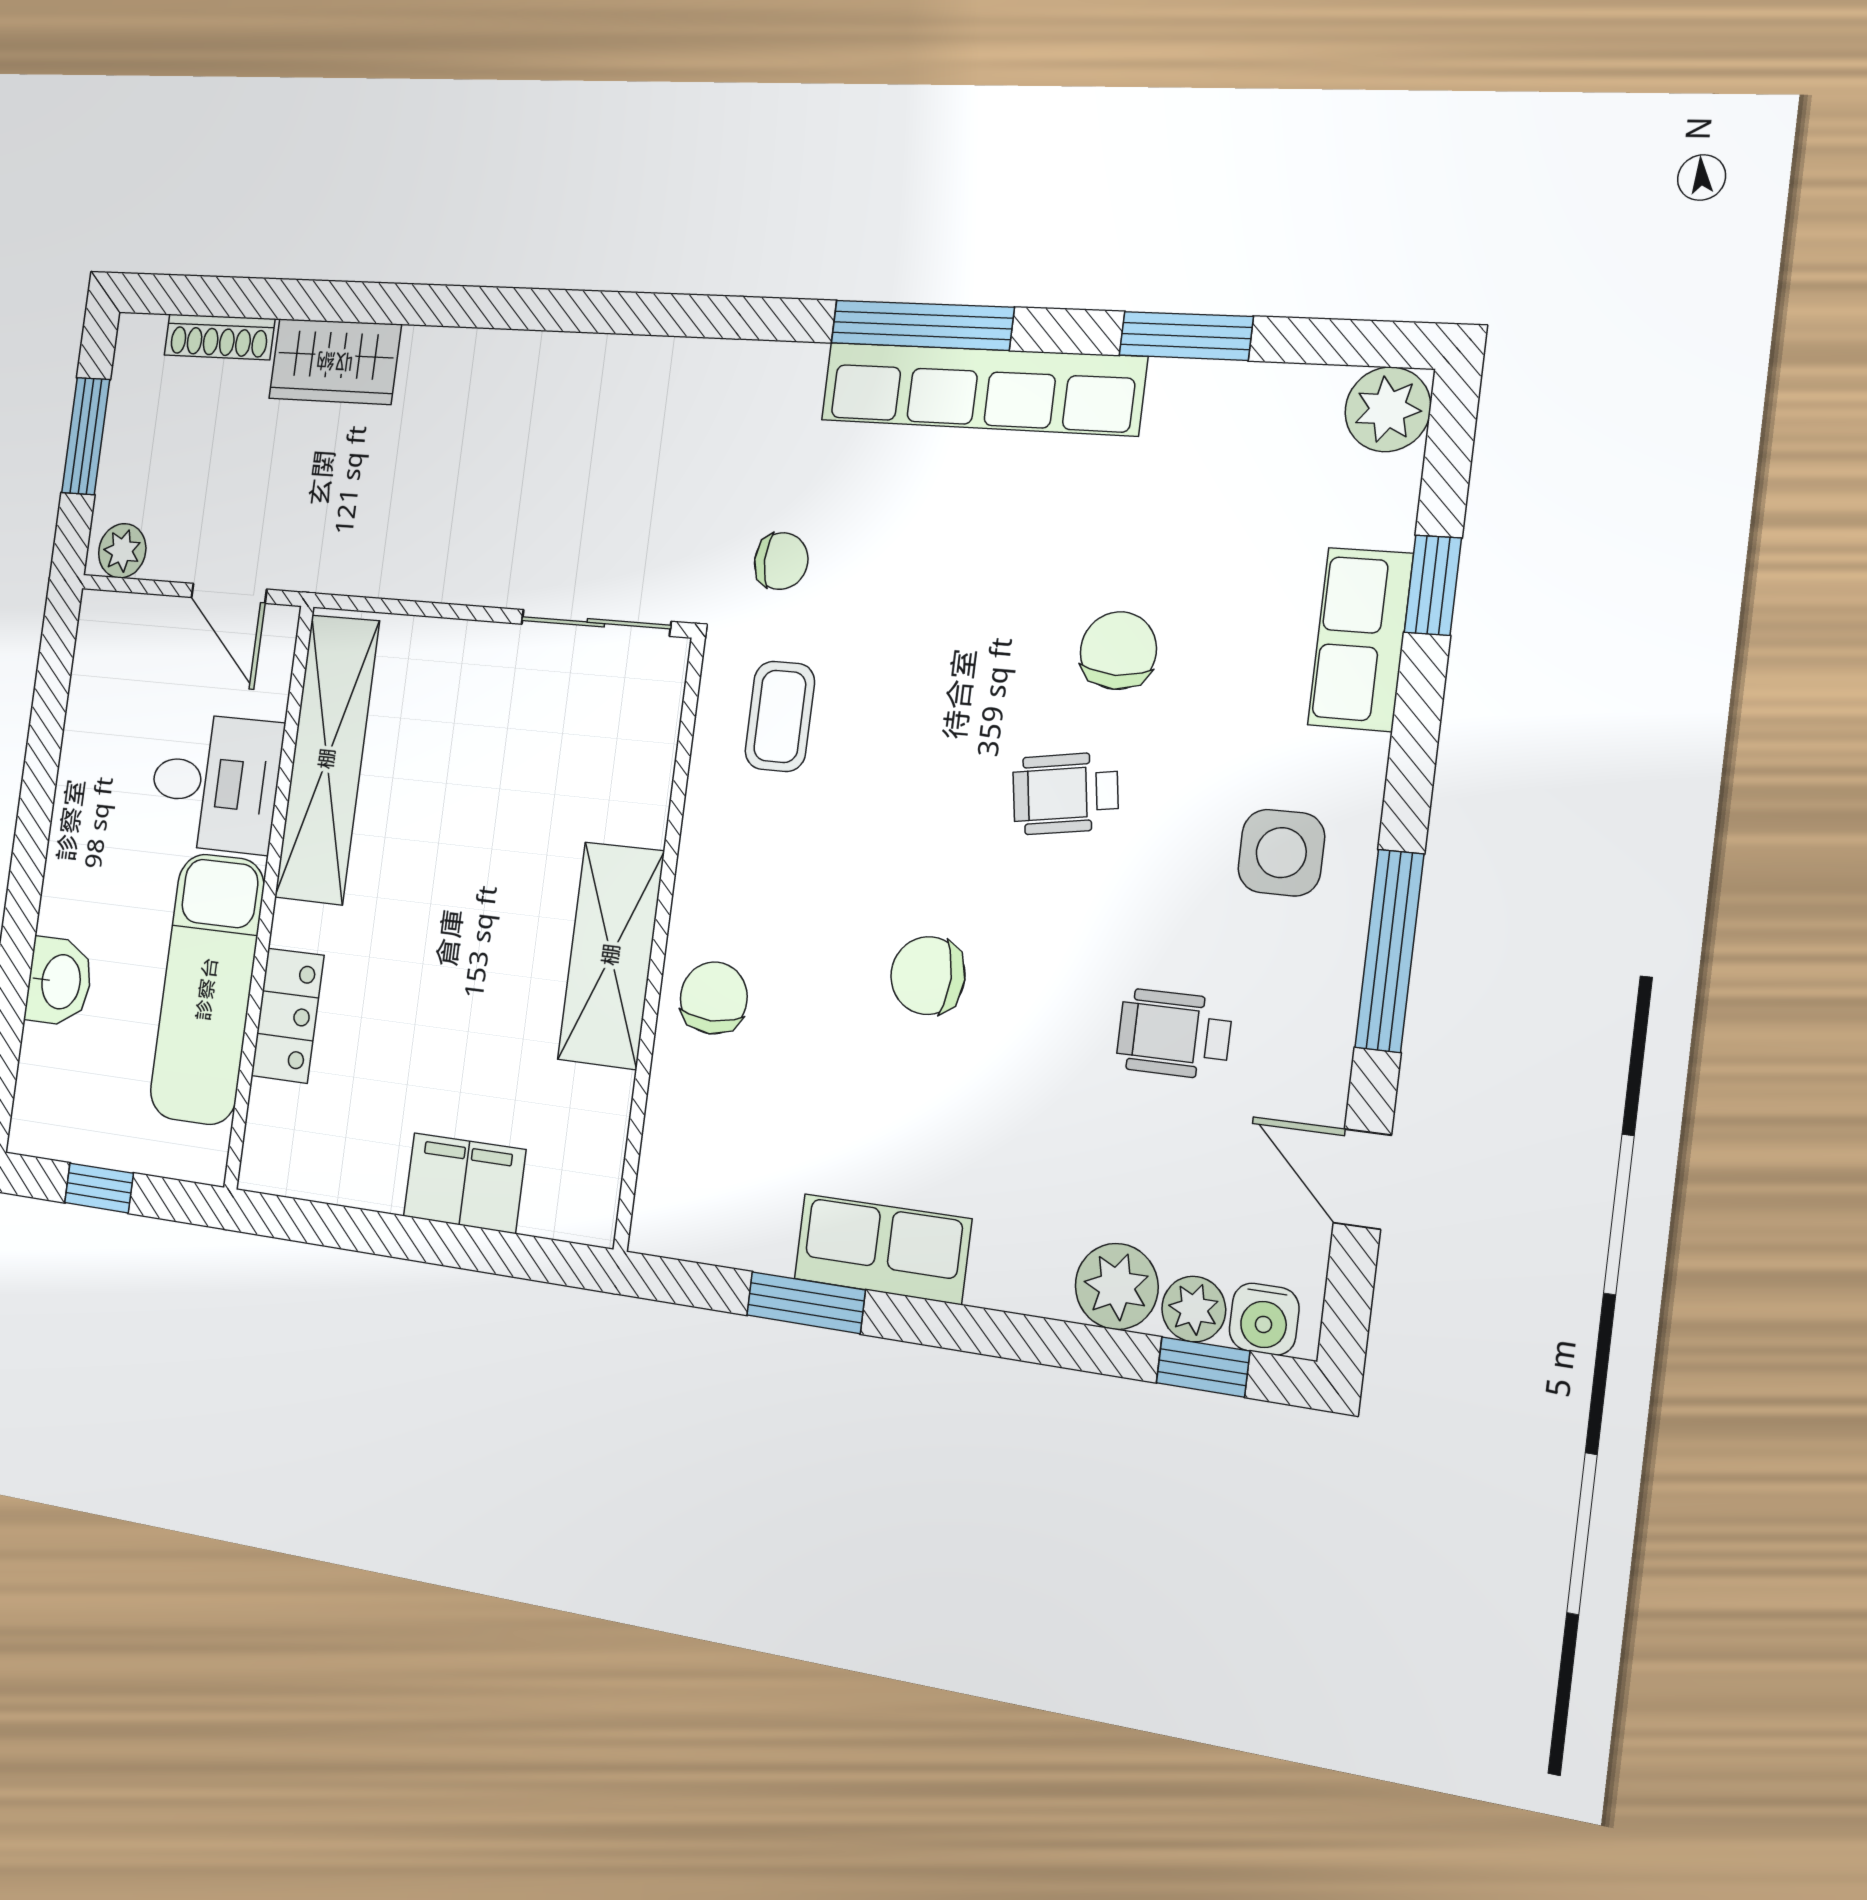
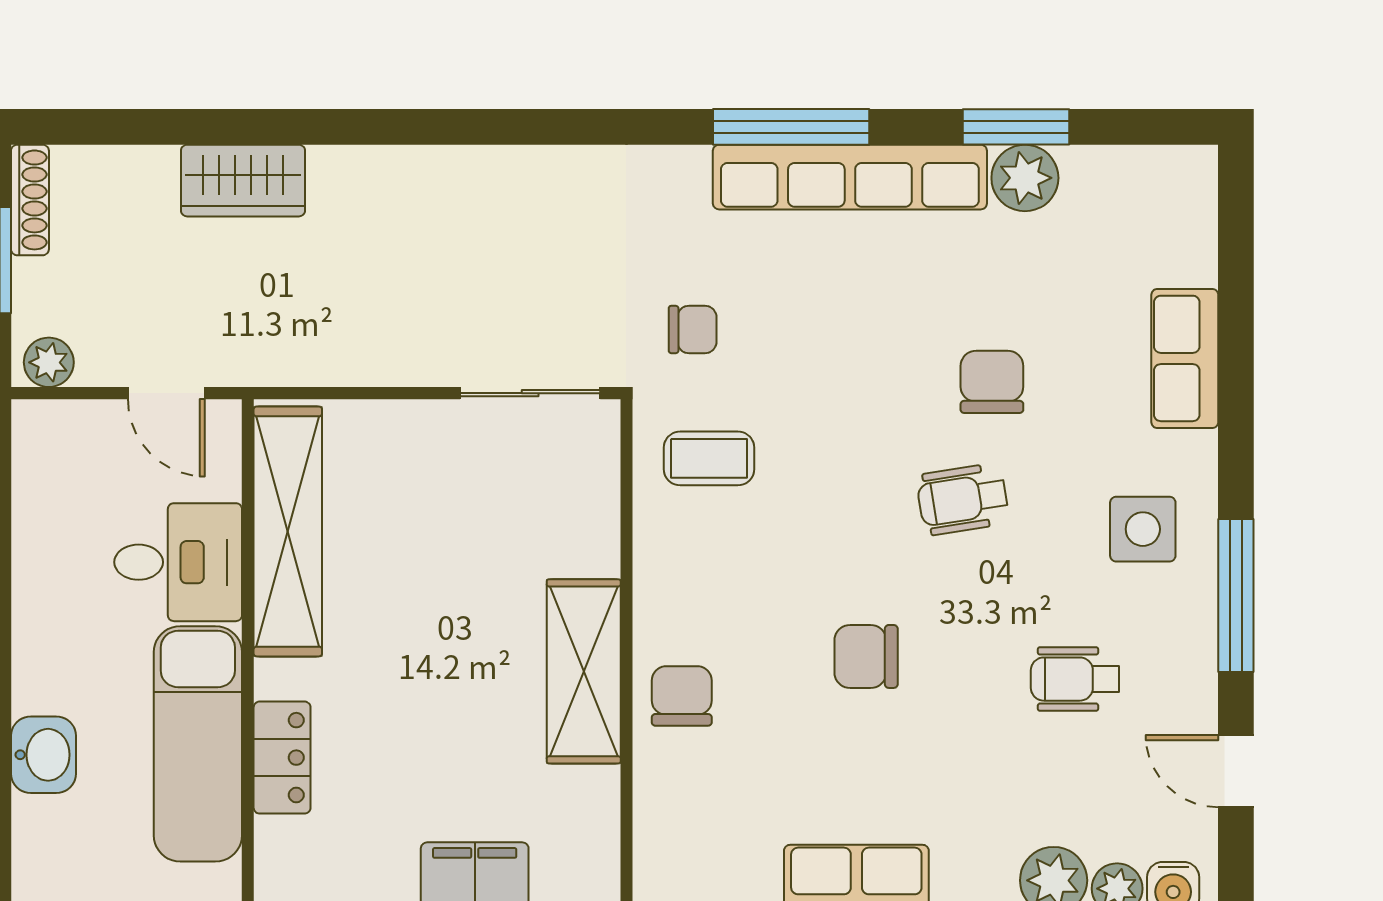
shoe rack: (219, 337) -> (30, 200), moved, turned -90
plant: (1388, 409) -> (1025, 178), moved
window: (1433, 585) -> (1236, 313), removed
coffee table: (780, 716) -> (709, 458), turned 90

